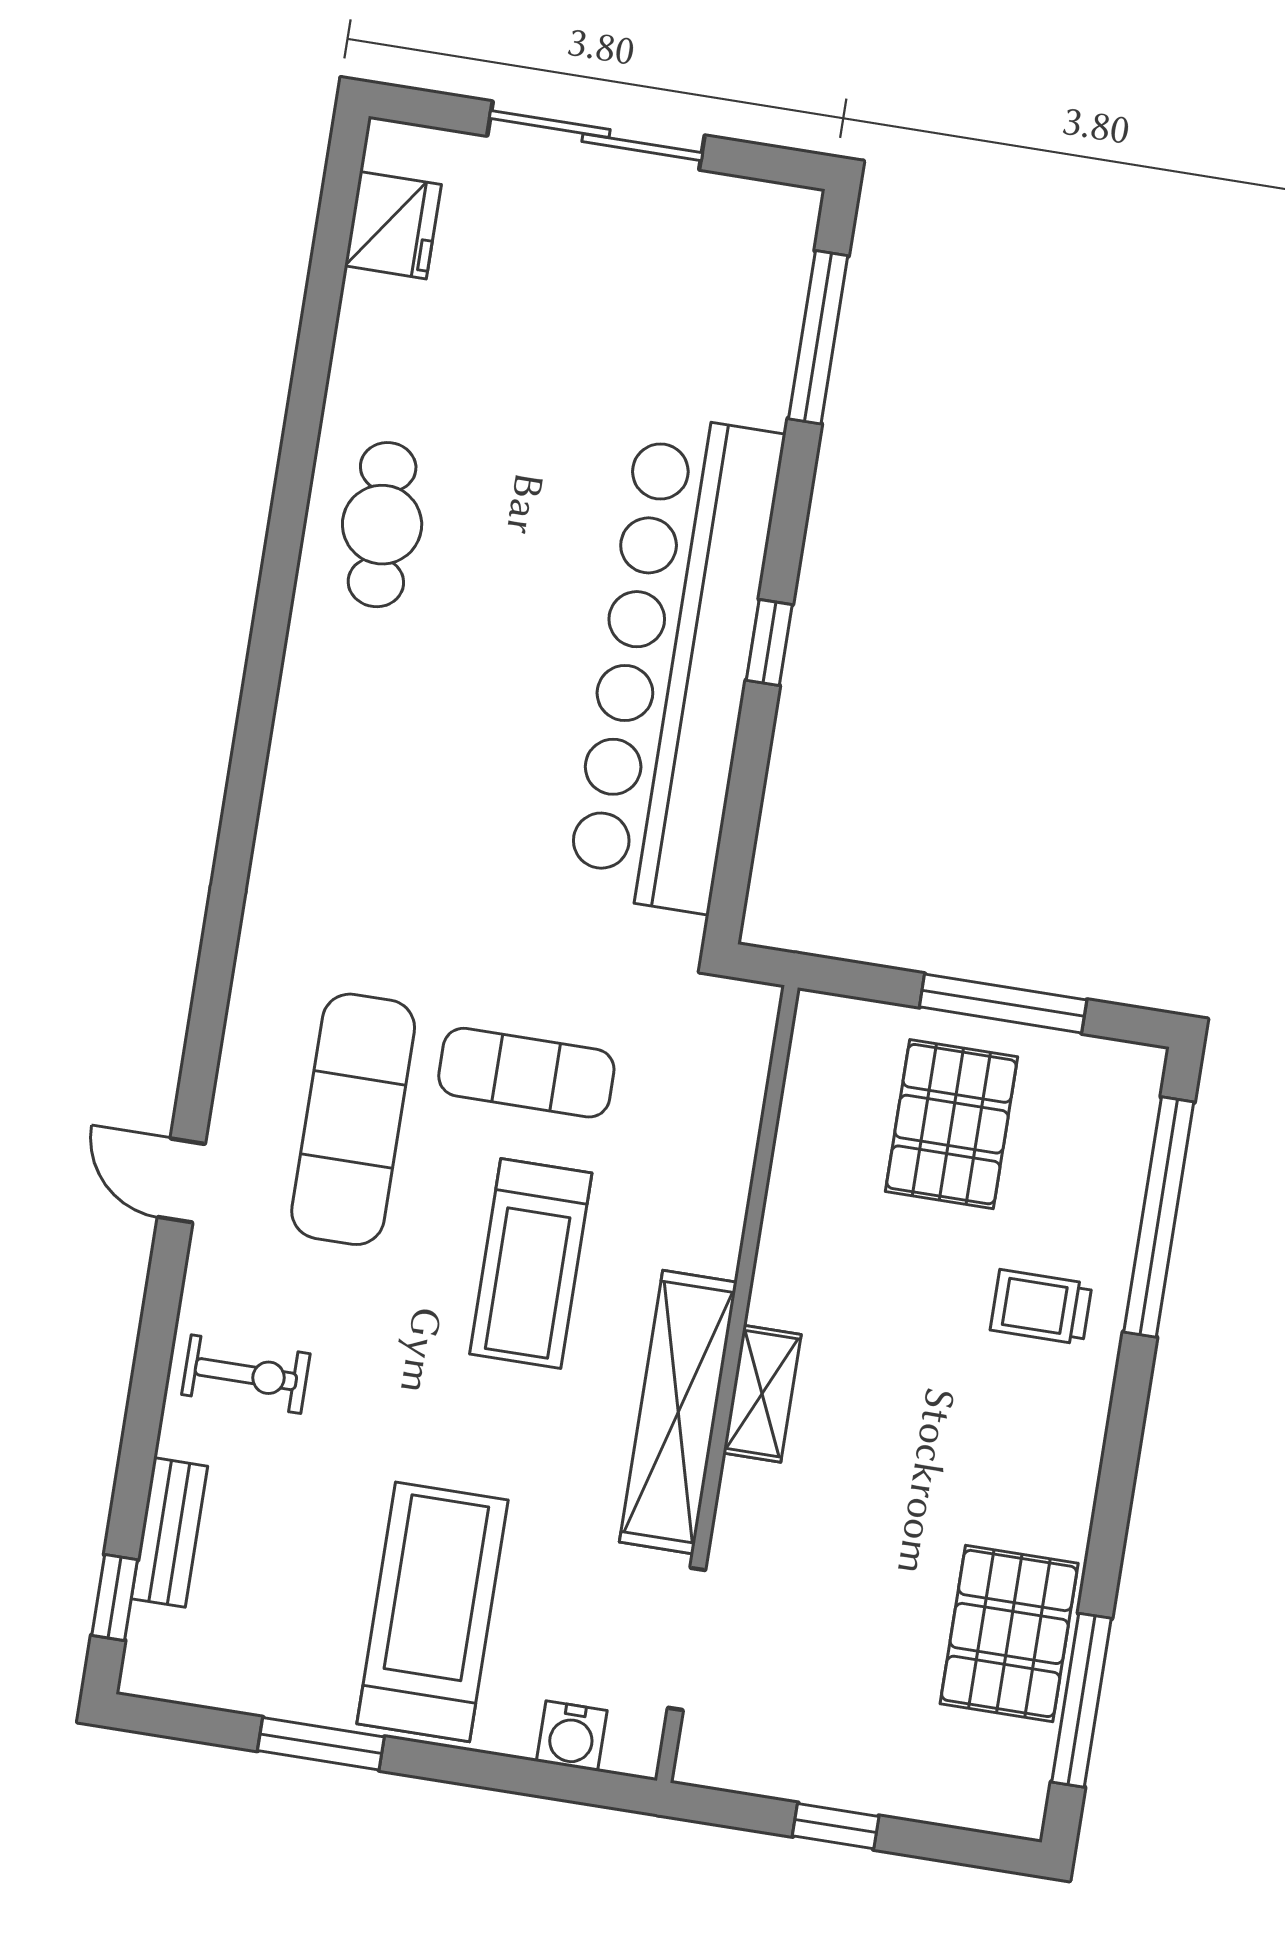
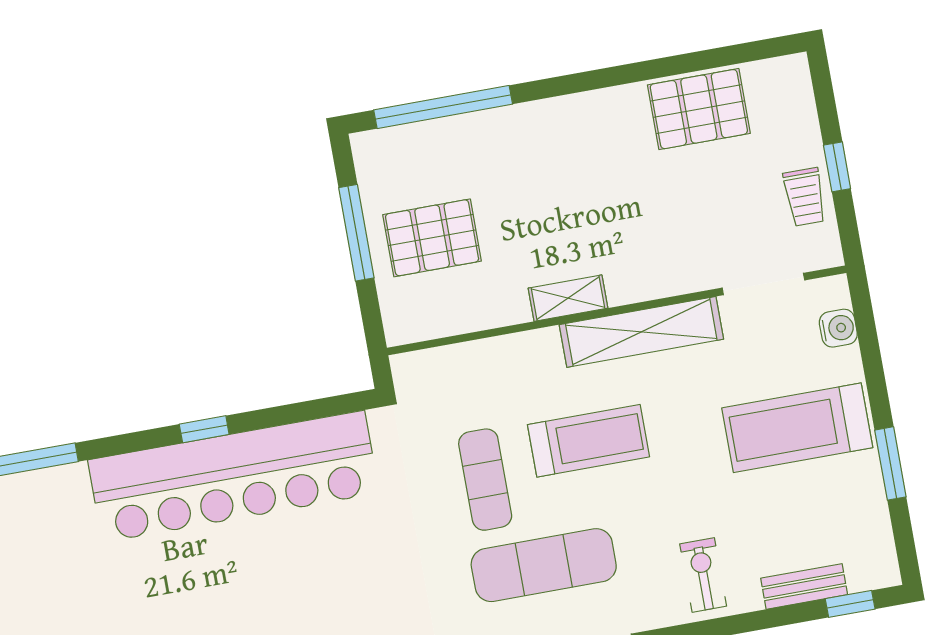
trolley: (1041, 1307) -> (805, 197), moved
shelving: (762, 1394) -> (568, 298), moved
window: (1081, 1700) -> (721, 57), removed

